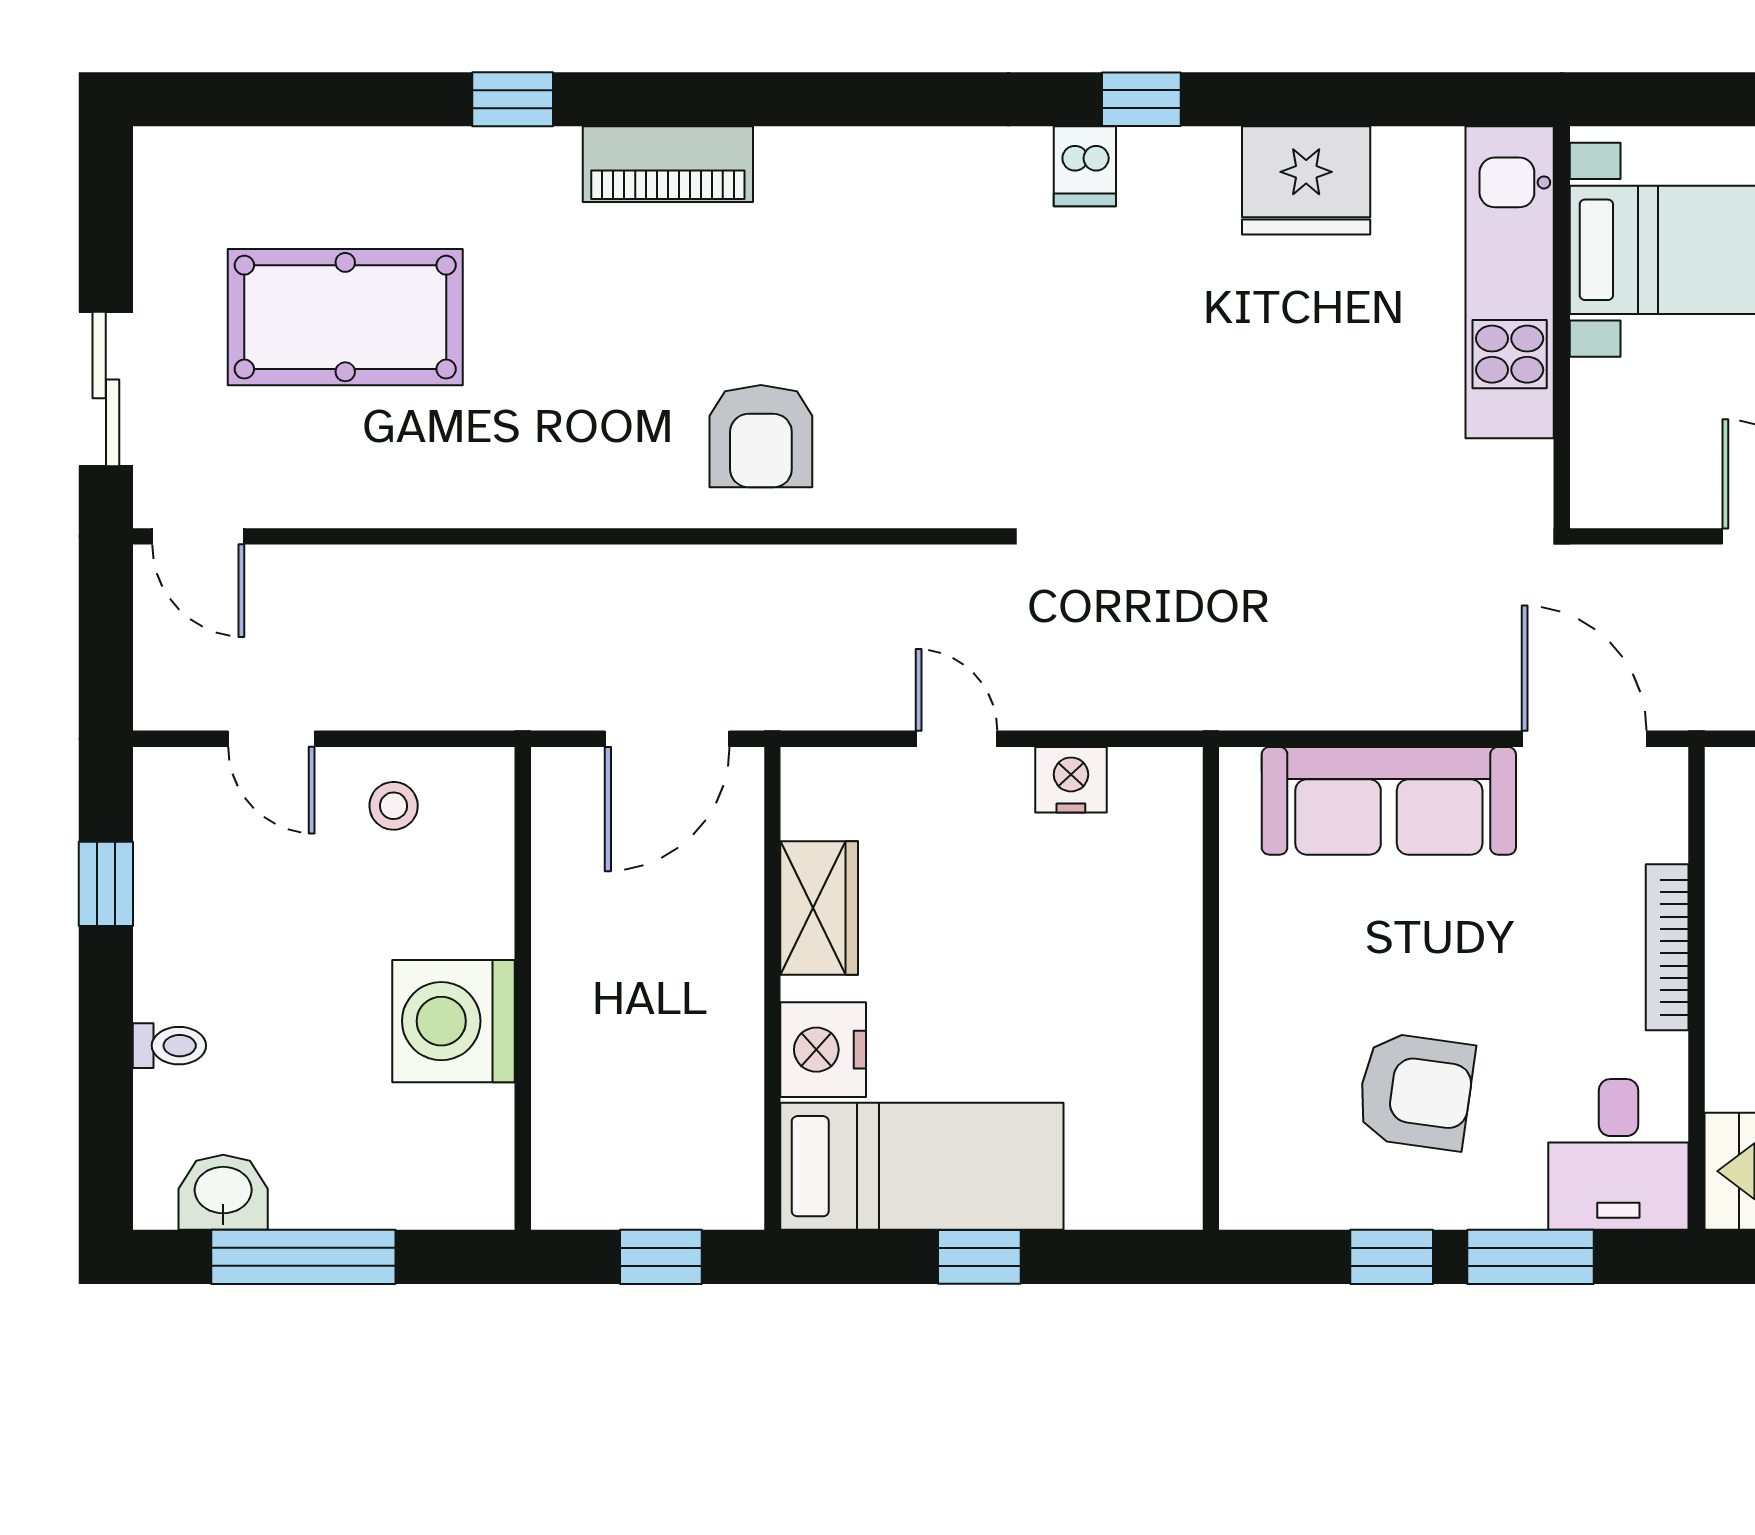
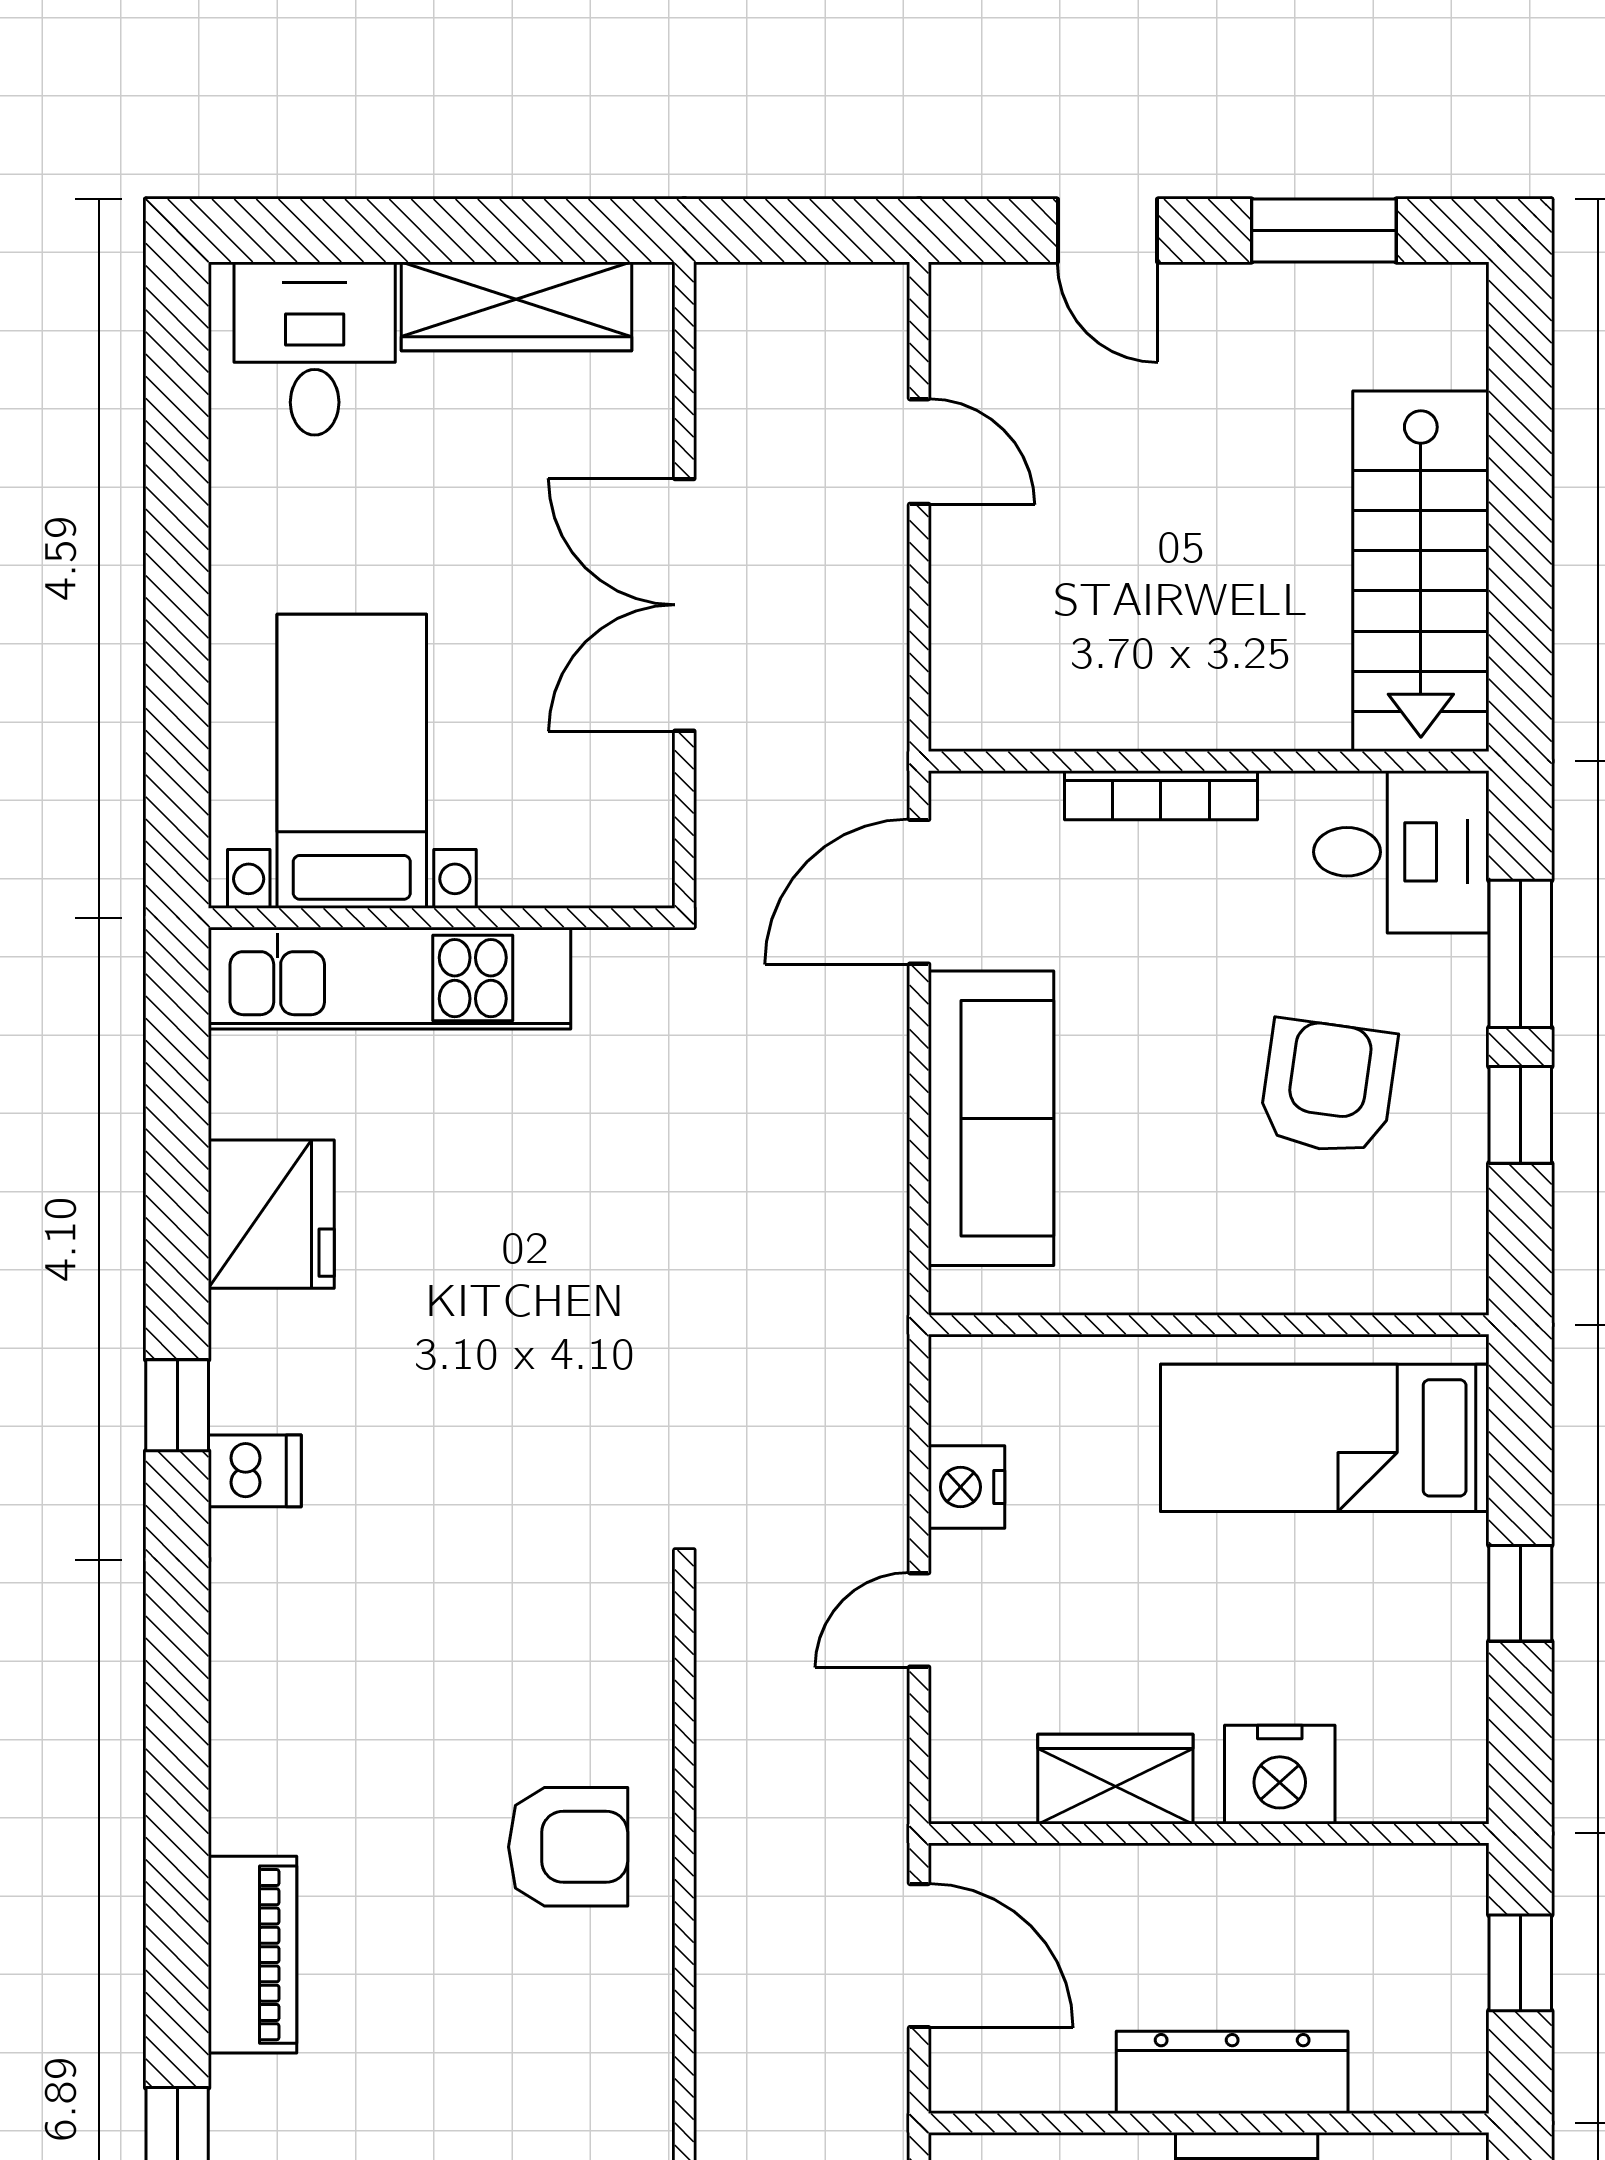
dresser: (566, 1009) -> (1232, 2072), added
bed: (922, 1166) -> (1325, 1438), moved, turned -90

